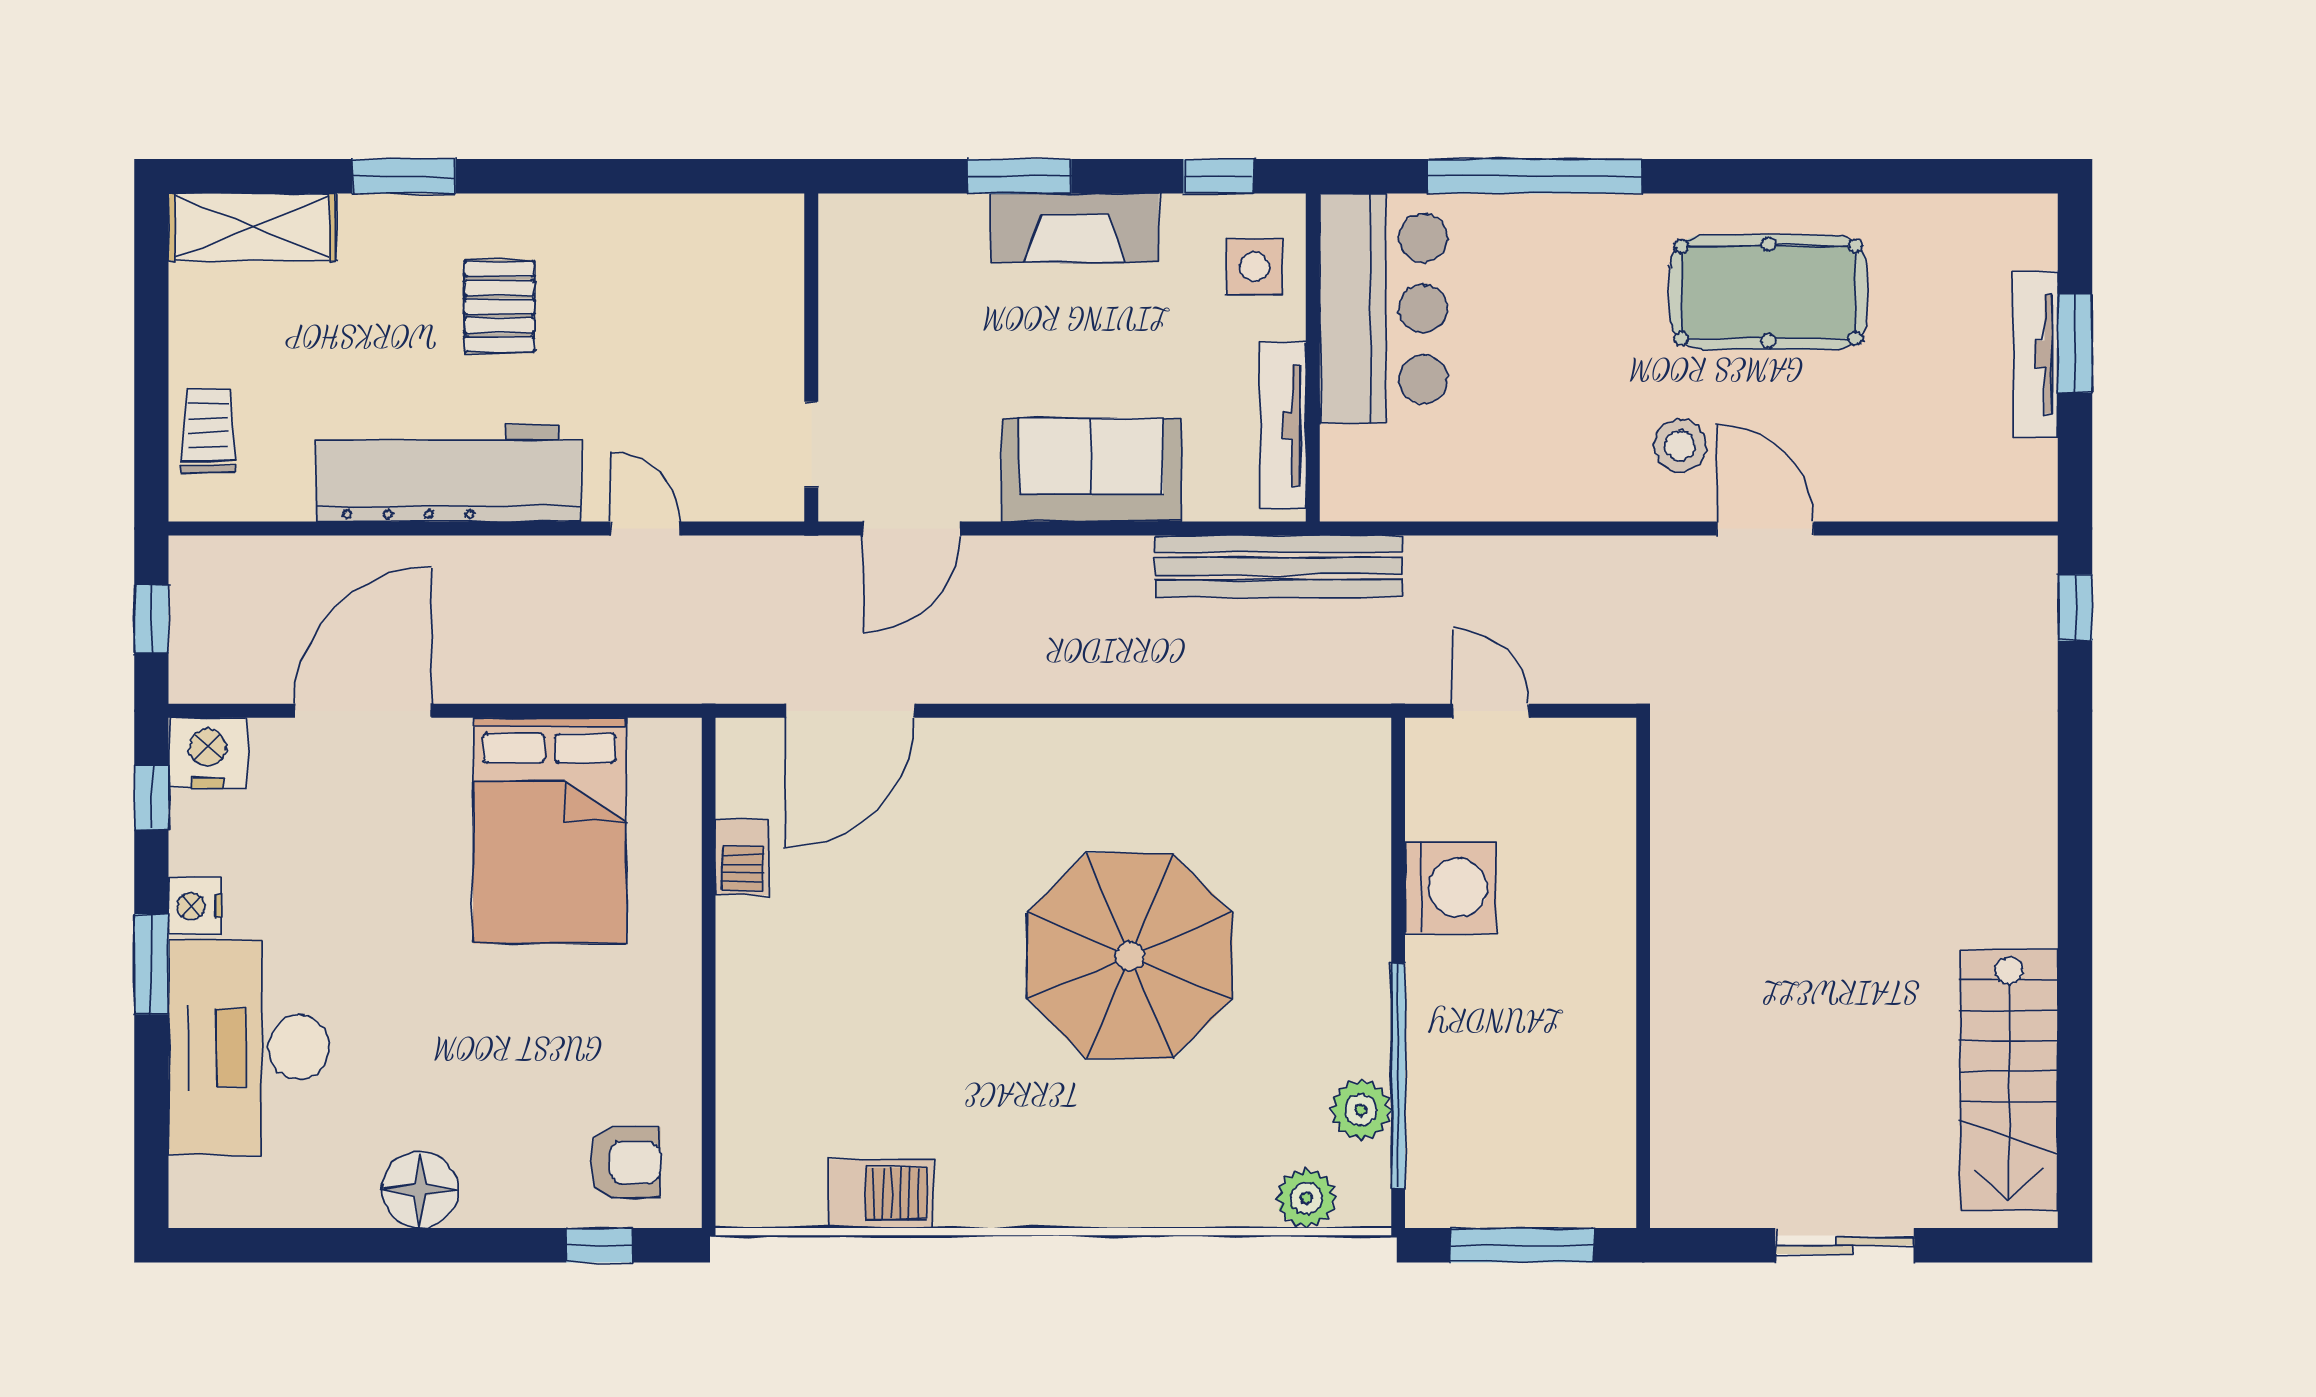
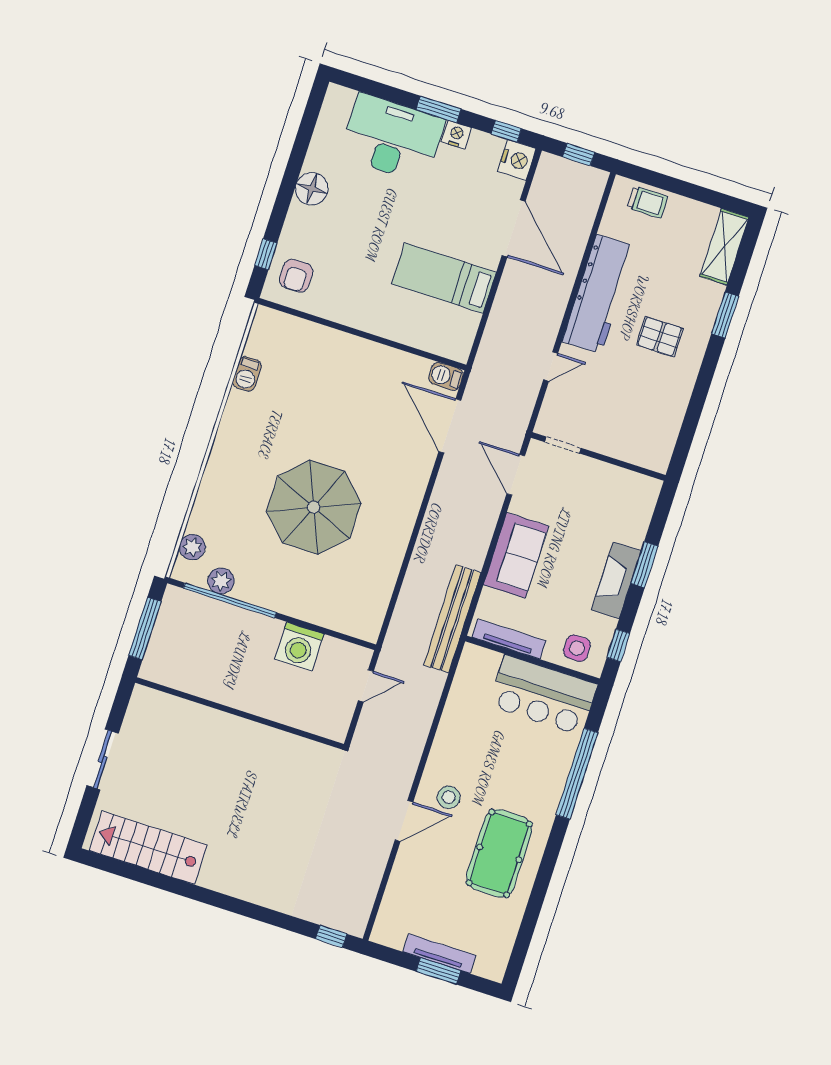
bed: (550, 830) -> (444, 278), width x0.67
barbecue: (742, 857) -> (446, 376), moved
barbecue: (880, 1194) -> (247, 374), width x0.73, depth x0.79

